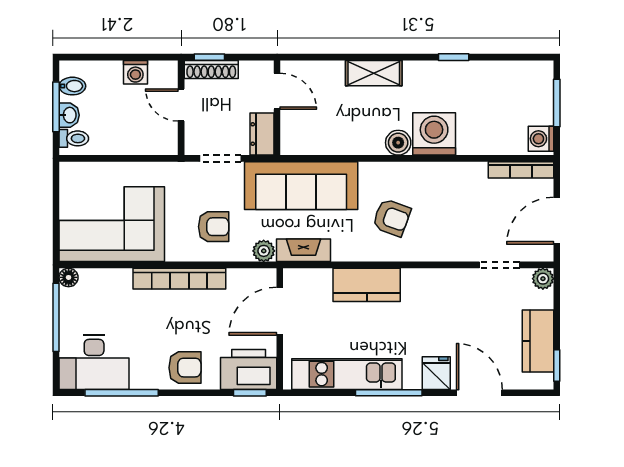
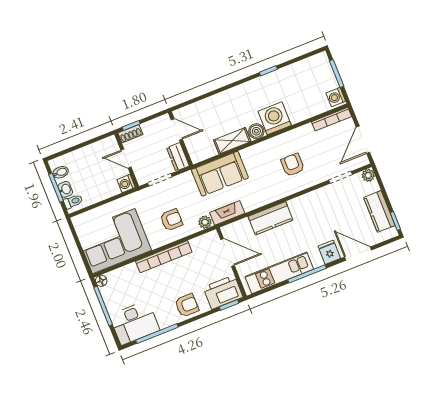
shoe rack: (211, 70) -> (130, 134), width x0.70
washing machine: (135, 72) -> (126, 184), moved, turned 90
shelving: (374, 73) -> (232, 141), moved
sofa: (301, 186) -> (220, 174), width x0.73
armchair: (392, 218) -> (293, 165), moved, turned -110
door: (280, 311) -> (227, 252), swing flipped

